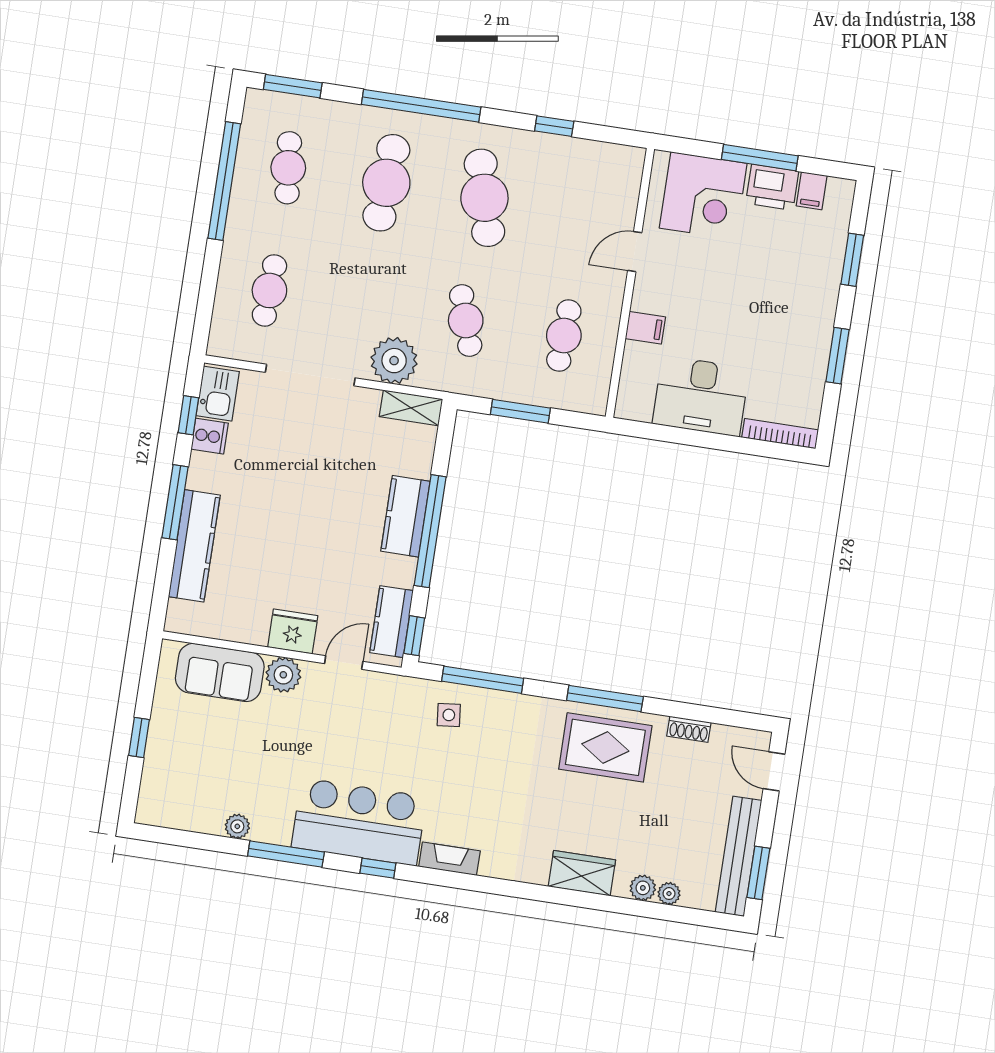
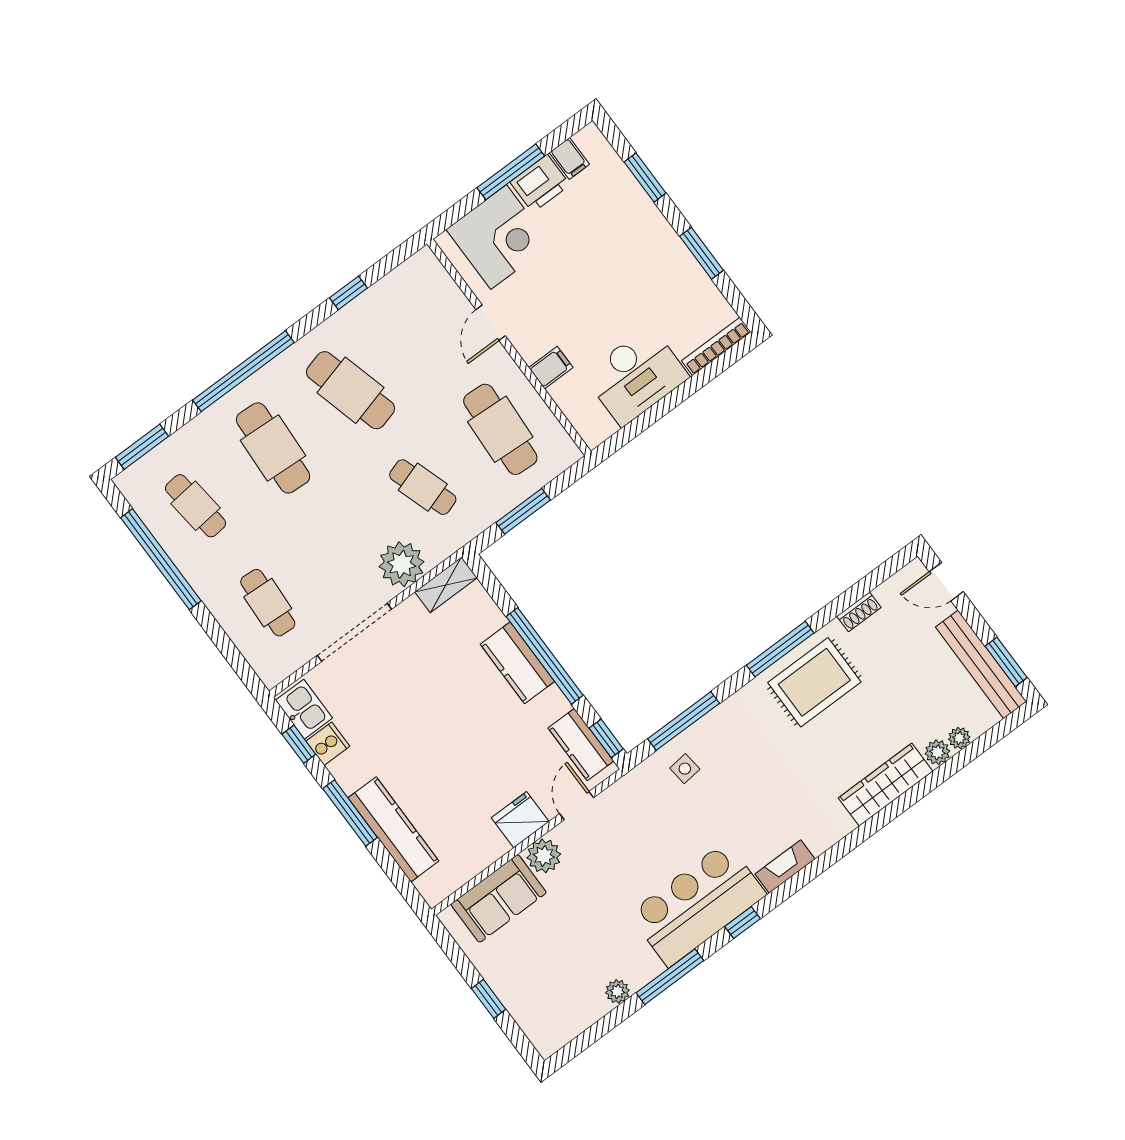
cafe table: (564, 336) -> (500, 429), width x1.37, depth x1.35
wardrobe: (582, 873) -> (886, 785), width x1.50

